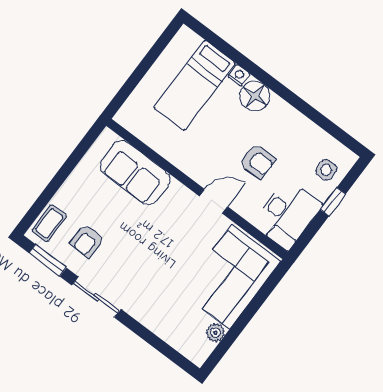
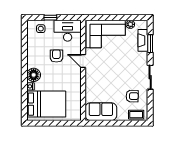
bed: (195, 85) -> (46, 104), width x1.50
sofa: (135, 173) -> (101, 112), moved, turned -90
window: (48, 260) -> (150, 44), moved
fireplace: (171, 333) -> (143, 40), added

